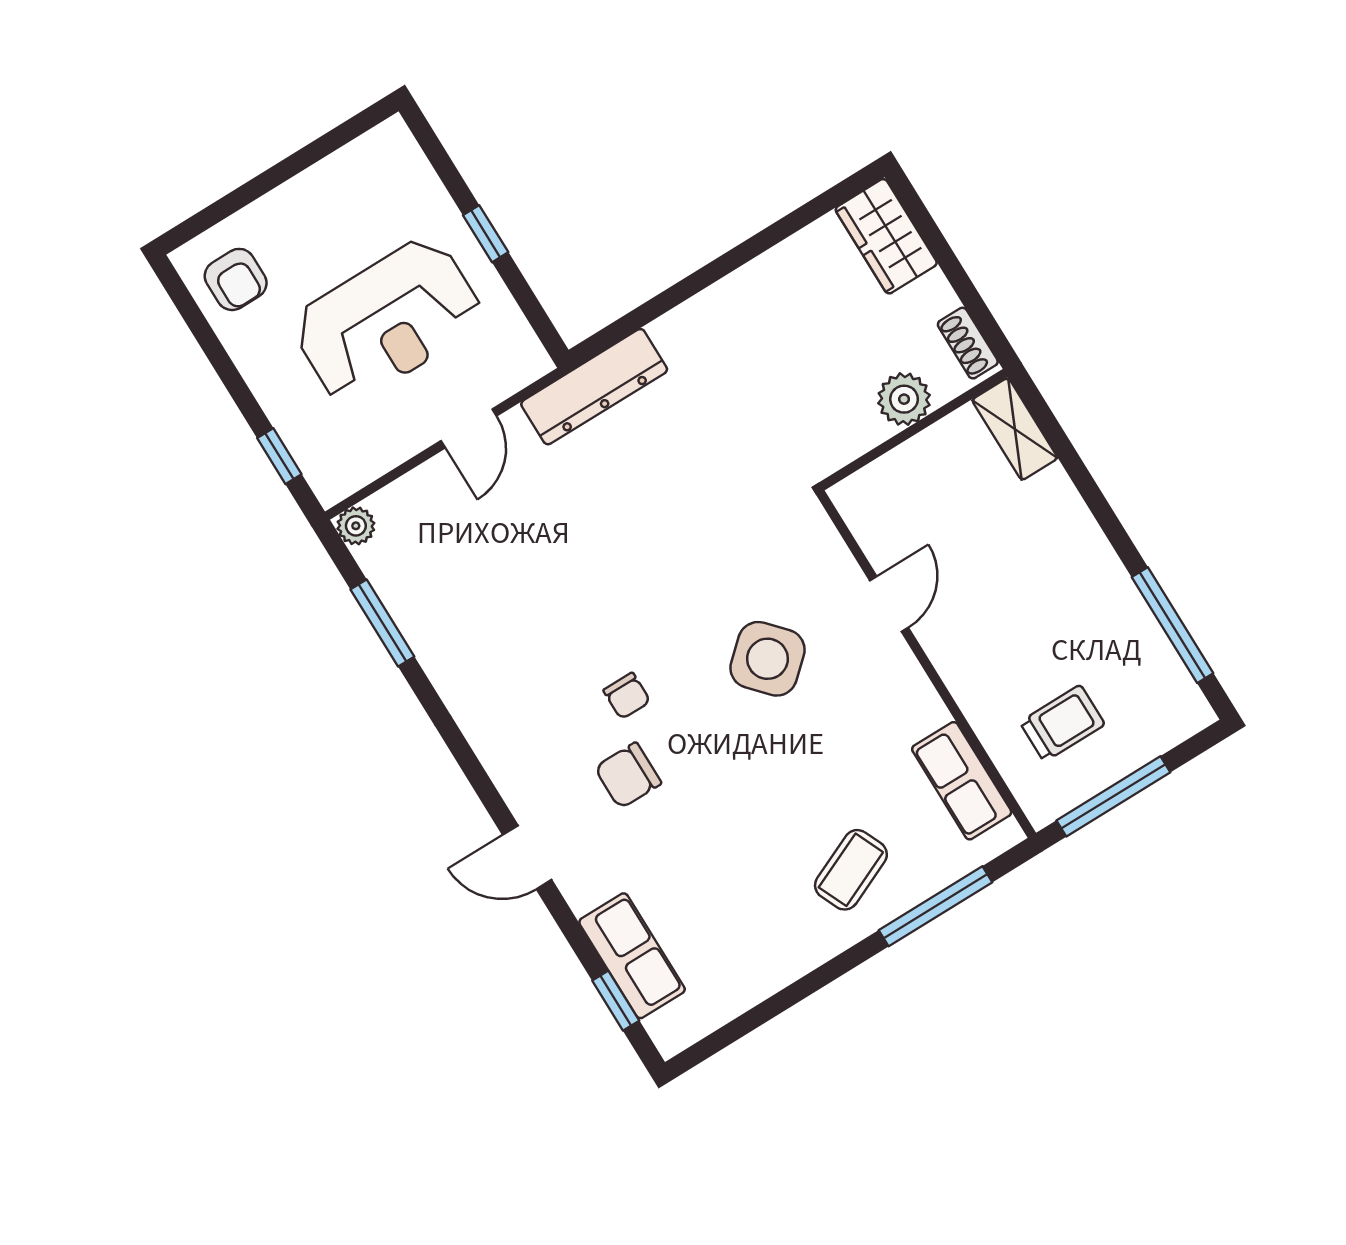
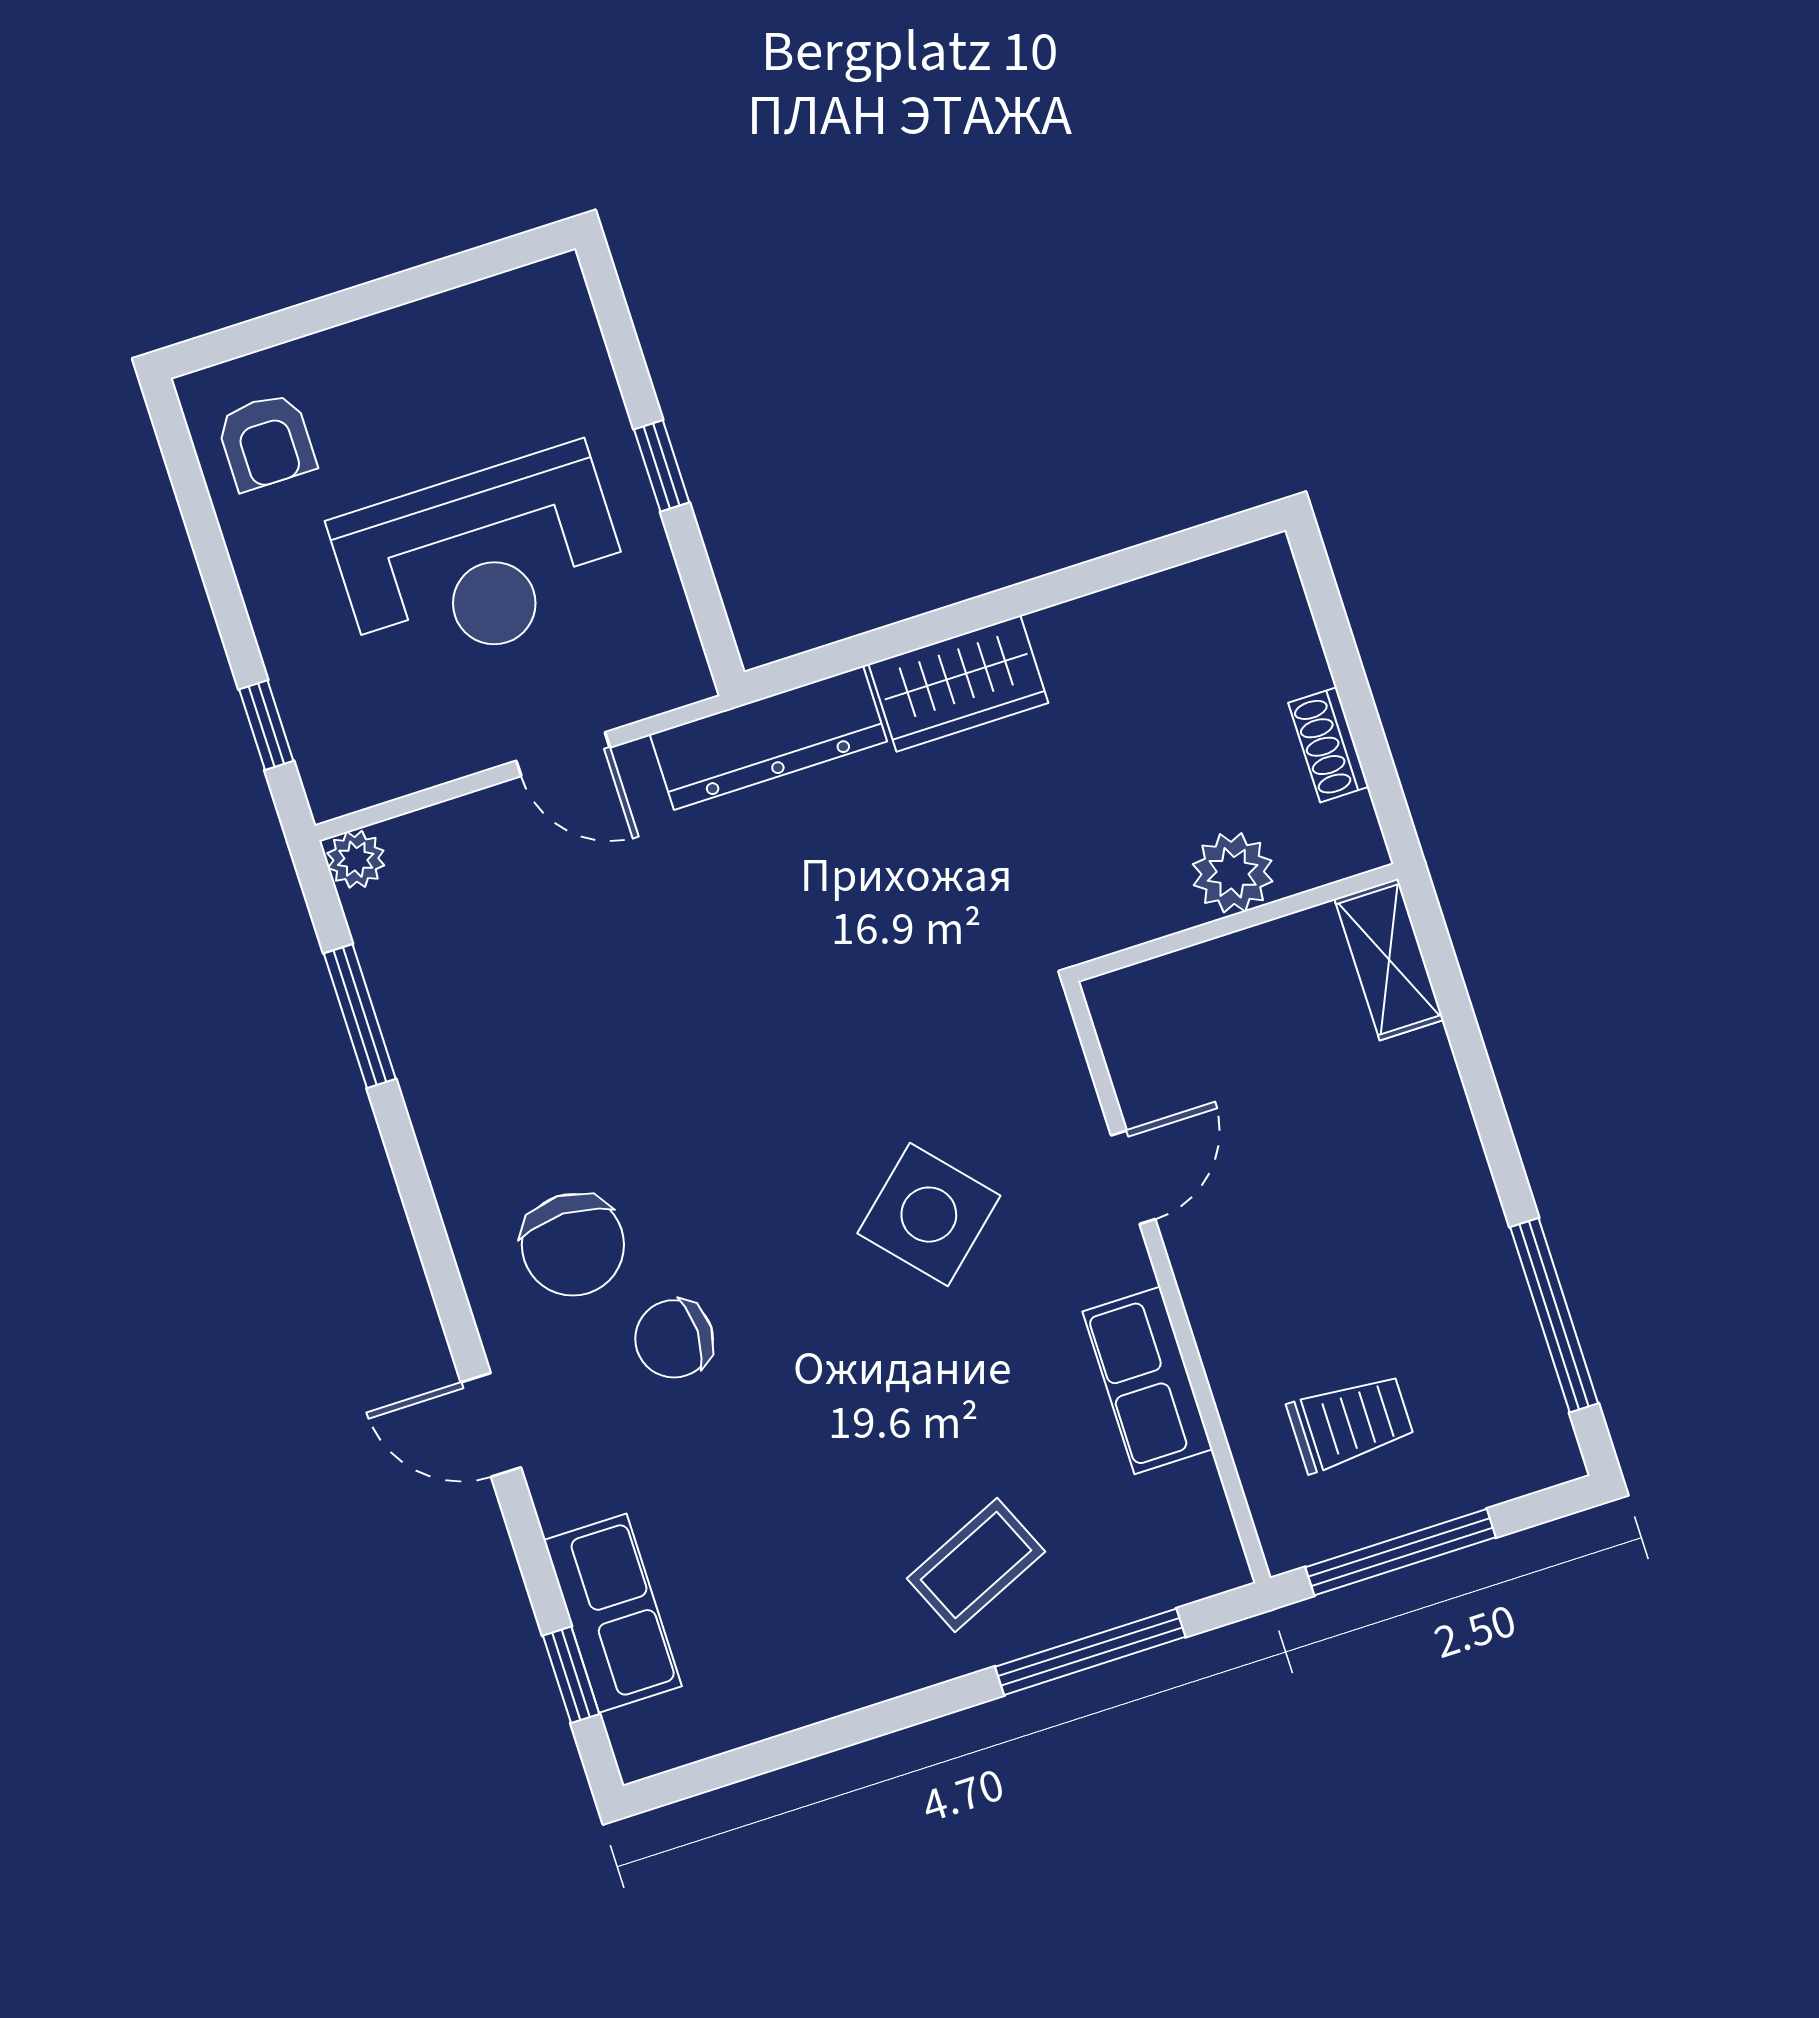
wardrobe: (886, 236) -> (958, 684), moved, turned -90
shoe rack: (968, 343) -> (1329, 745), moved
door: (469, 428) -> (563, 754), hinge flipped
chair: (627, 696) -> (573, 1245), moved, width x1.87, depth x1.87
row of seats: (962, 781) -> (1148, 1380), moved

